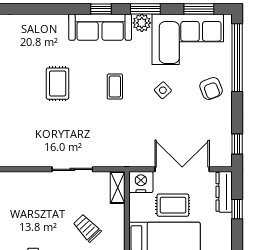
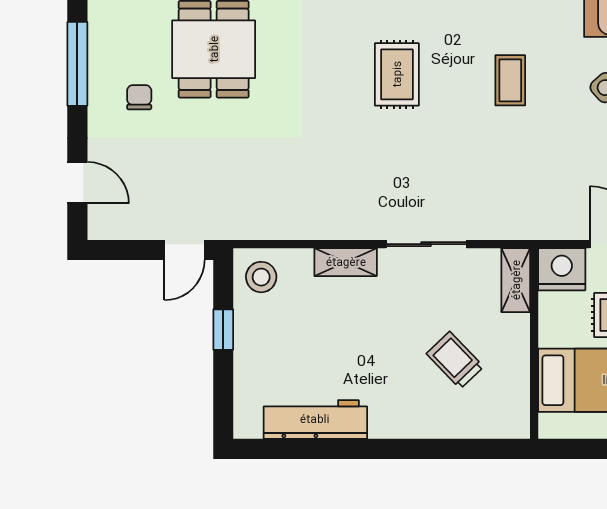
shelving: (32, 178) -> (346, 262), added

